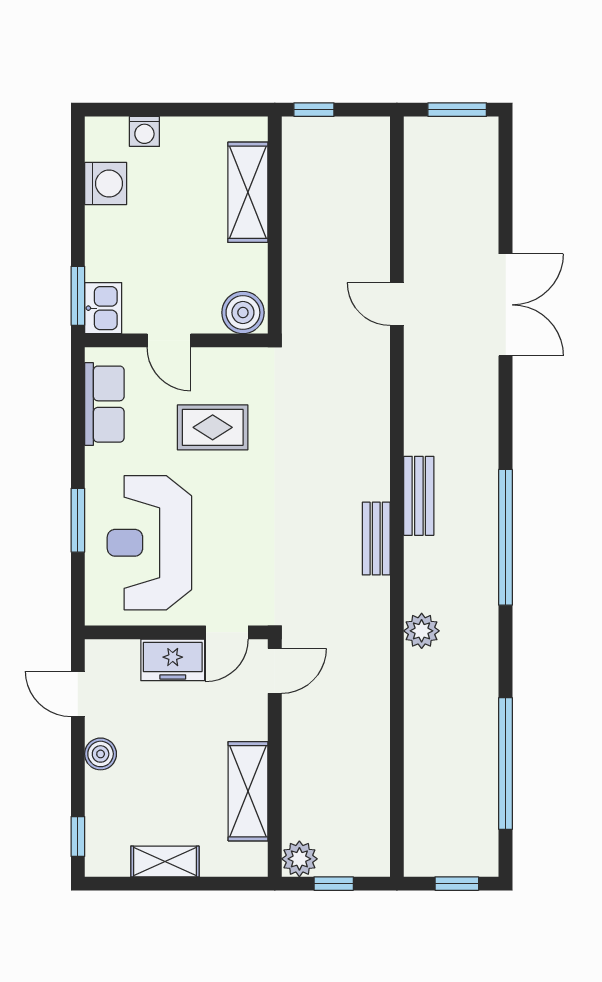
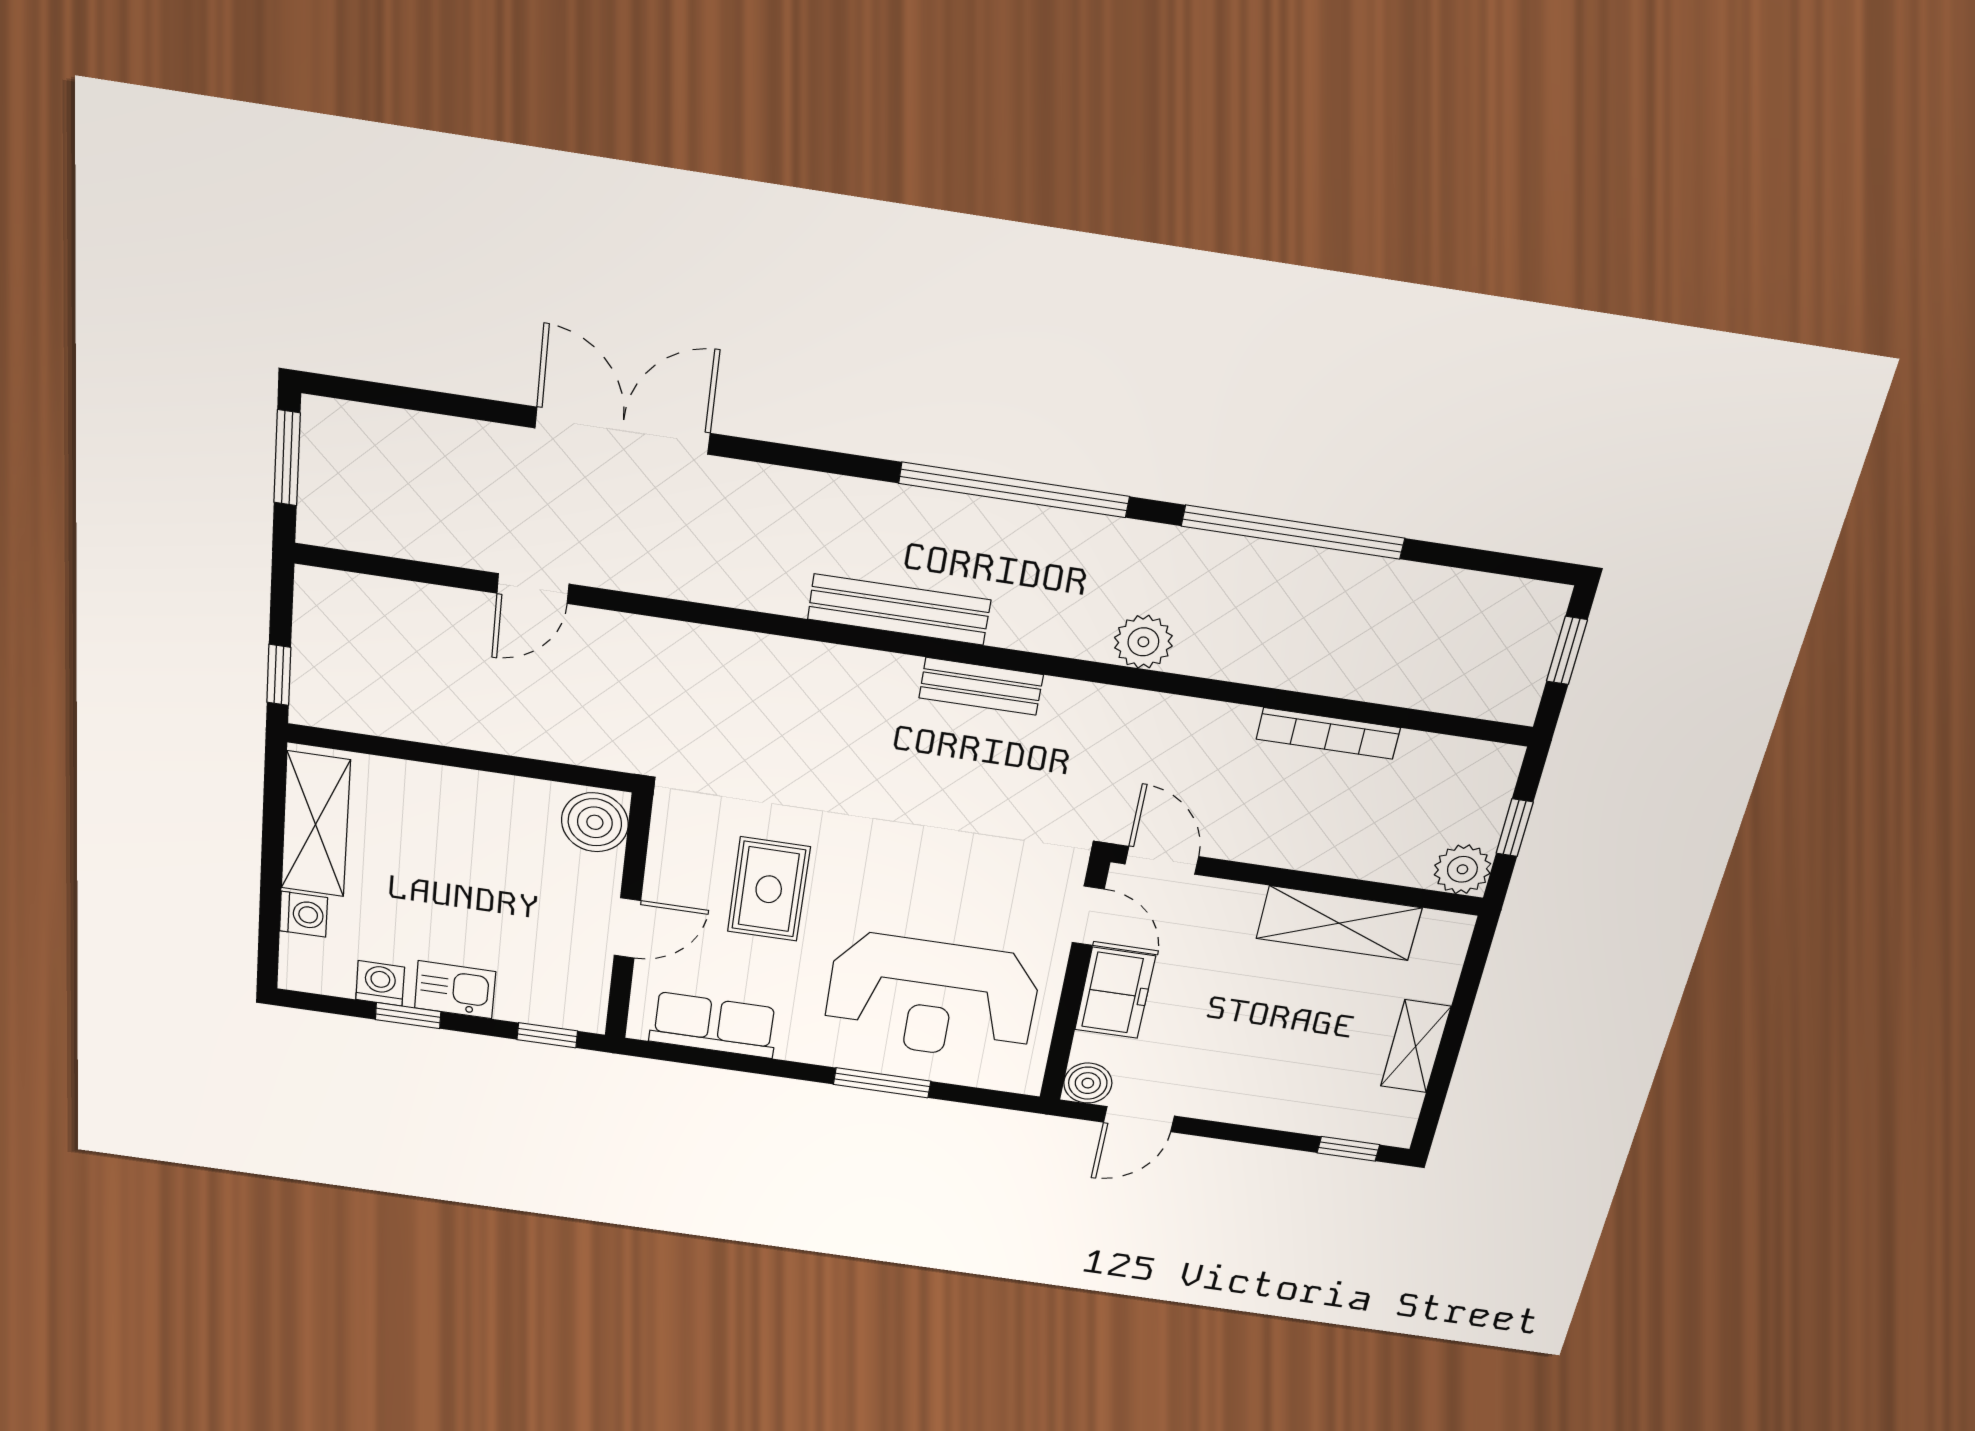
washing machine: (106, 184) -> (380, 983), width x0.73, depth x0.73
shelving: (248, 192) -> (316, 824), moved, turned 90
window: (78, 203) -> (408, 1016), added
window: (78, 296) -> (547, 1035), width x0.67
door: (397, 304) -> (533, 589), moved
kitchen sink: (103, 308) -> (455, 990), moved
bench: (419, 496) -> (899, 610), width x1.36
boiler: (101, 754) -> (1088, 1083), moved
bookcase: (379, 754) -> (1328, 733), added
window: (506, 764) -> (1293, 532), moved

